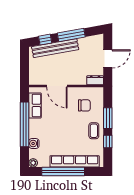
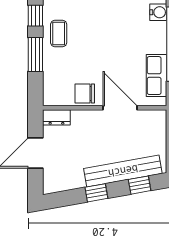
window: (71, 35) -> (96, 193), width x0.46
chair: (84, 105) -> (85, 94), moved

